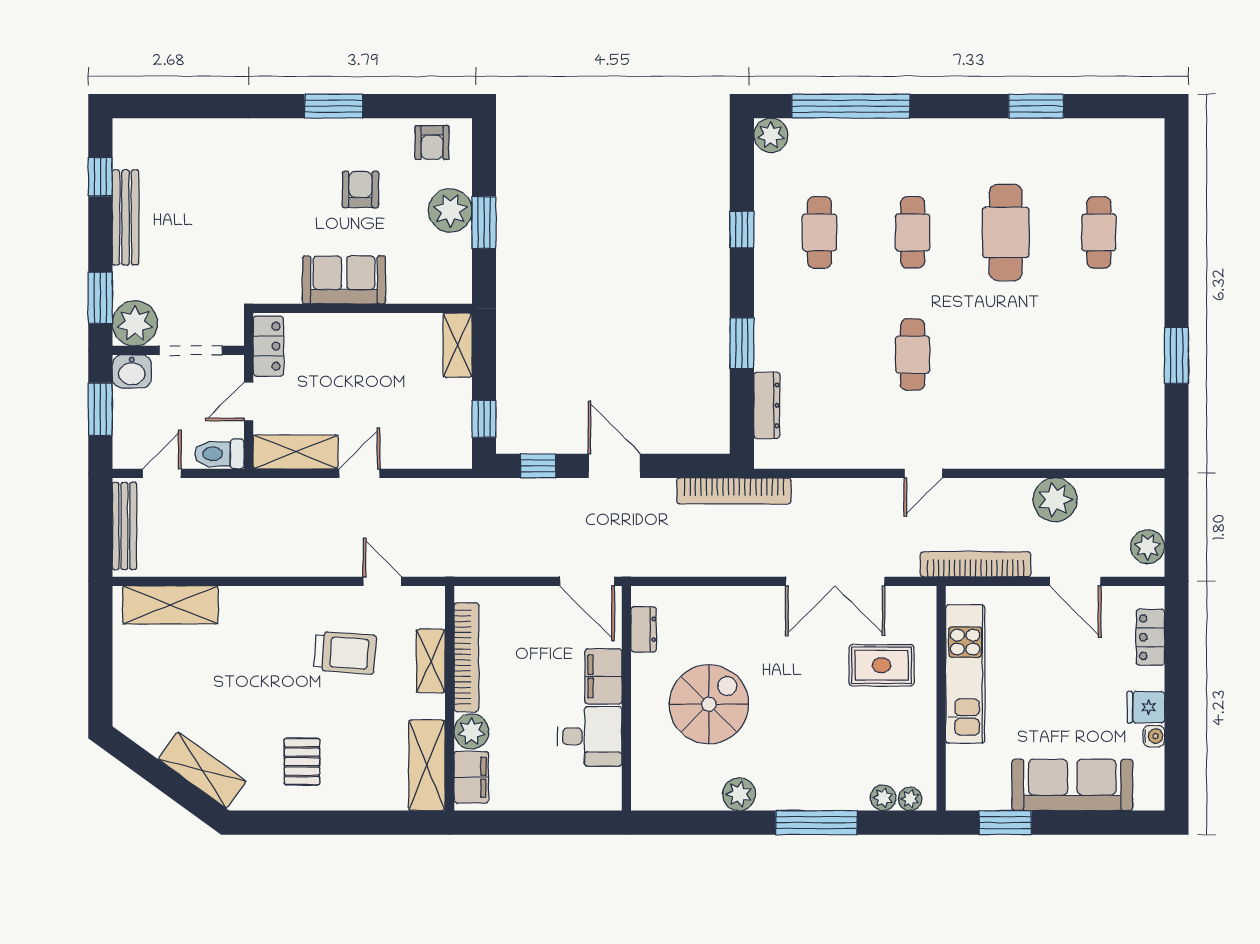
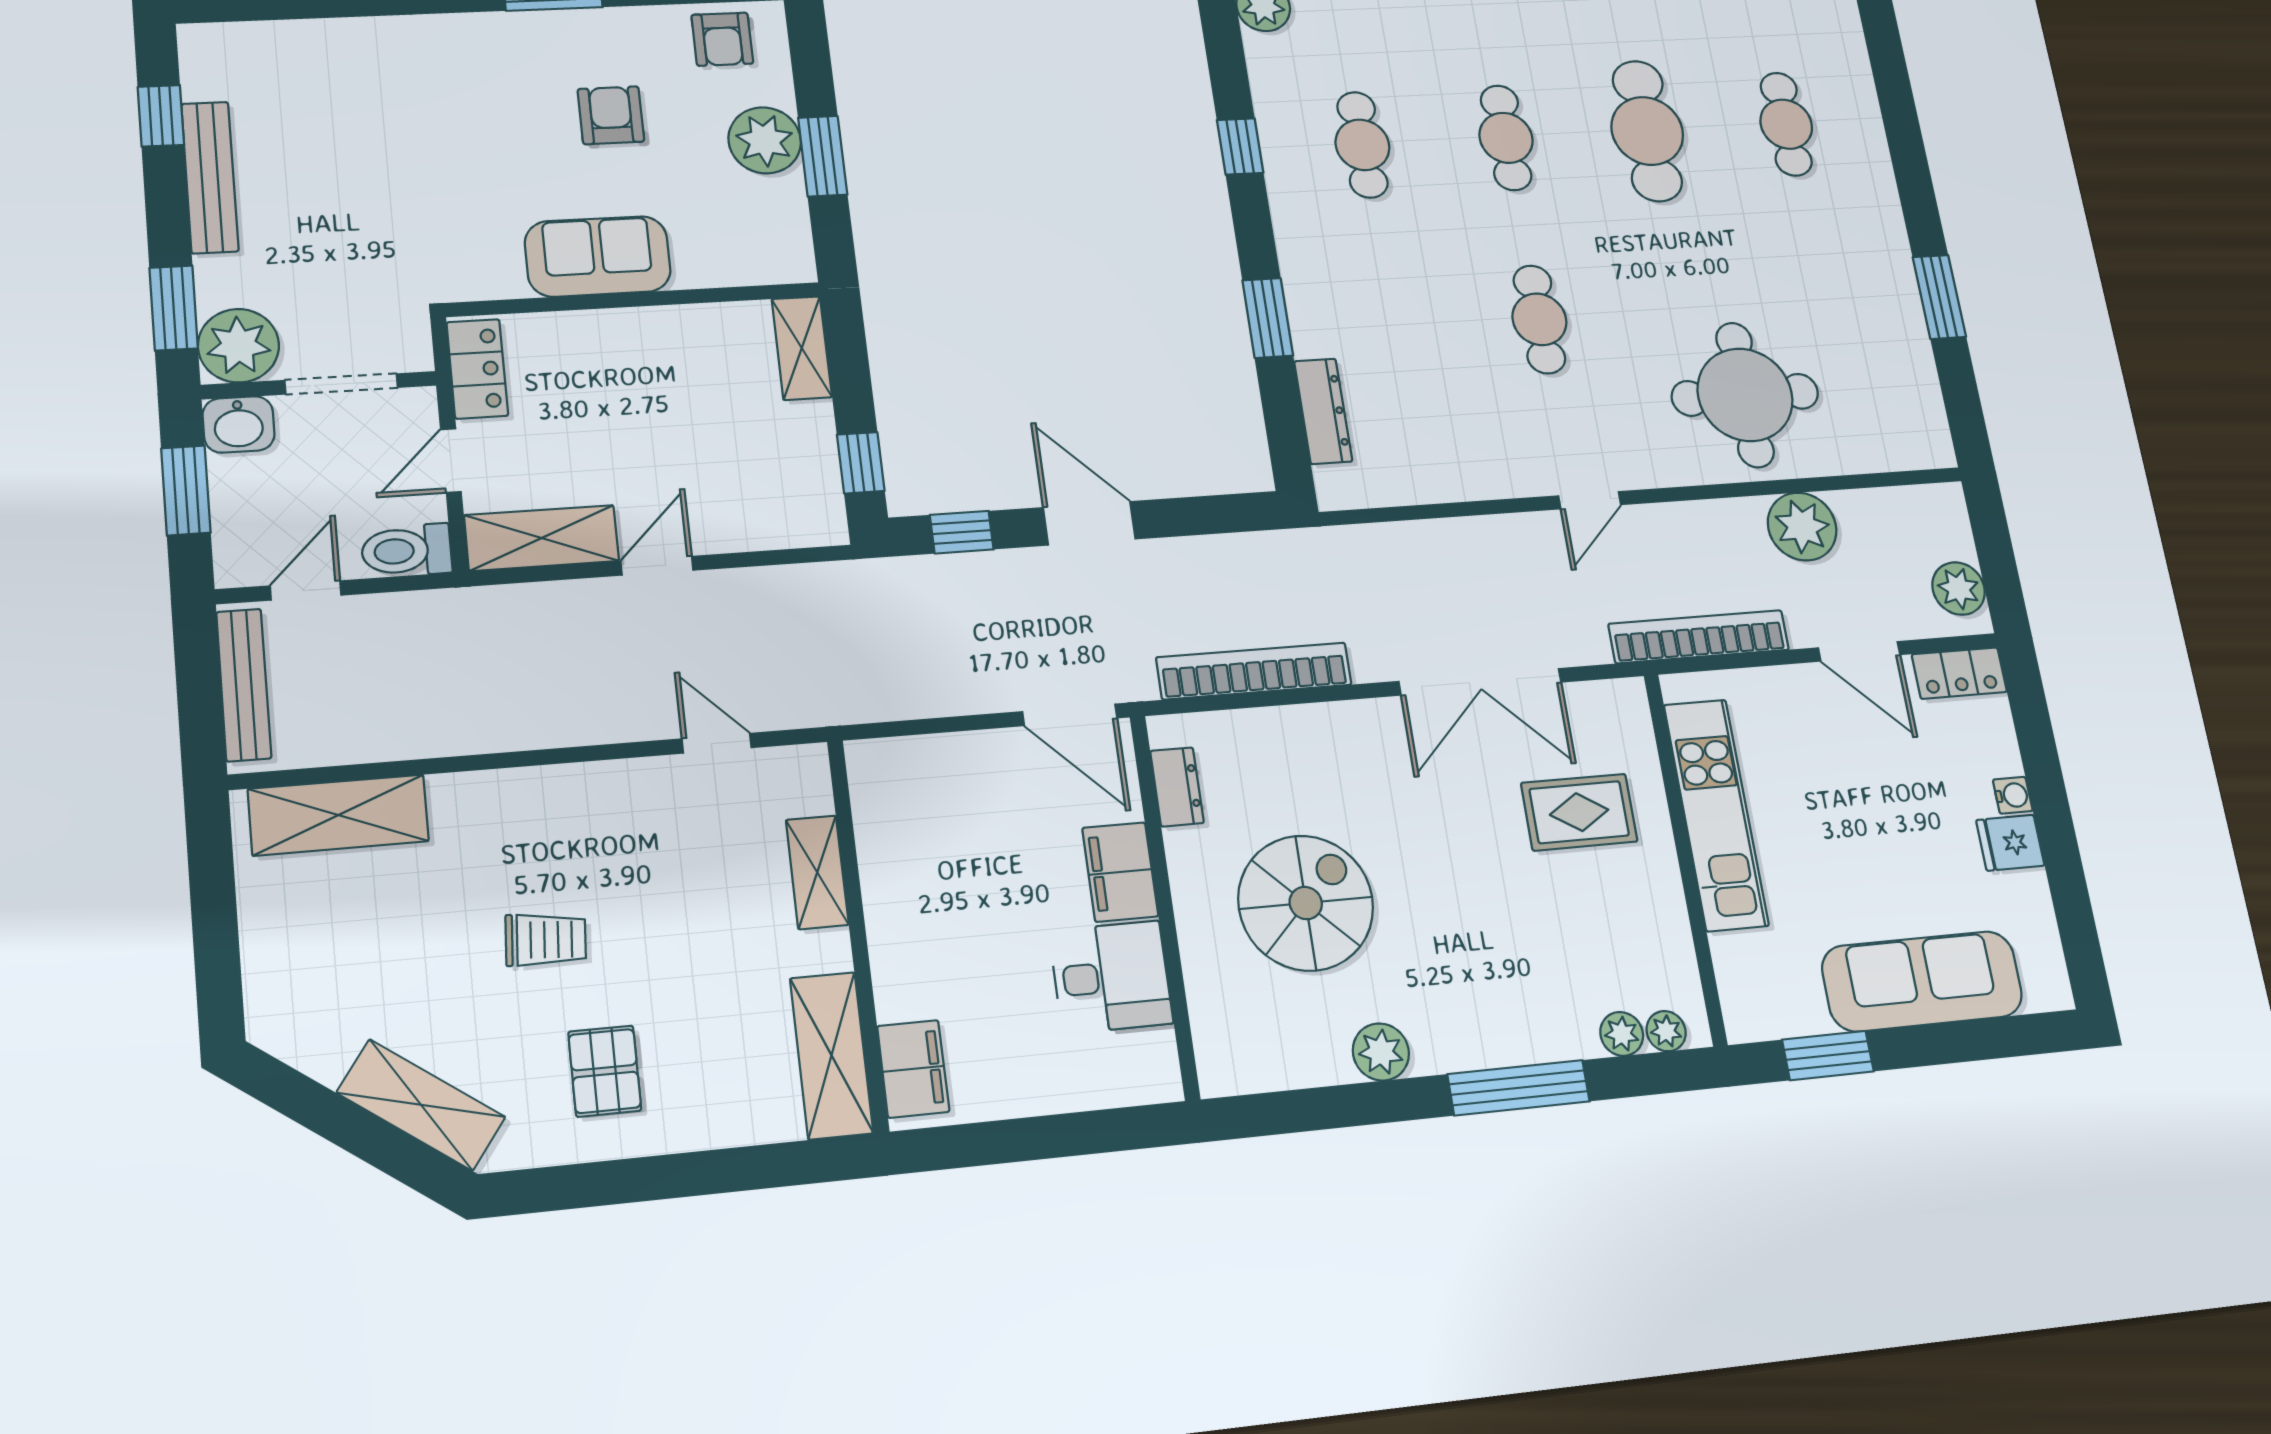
round table: (1035, 412) -> (1745, 395), added
bookcase: (734, 491) -> (1254, 671), moved, turned 180
locker: (1150, 637) -> (1959, 673), moved, turned -90
trolley: (345, 653) -> (546, 940), moved, width x0.73, depth x0.72
bookcase: (466, 657) -> (879, 860), removed
plant: (471, 731) -> (904, 988), removed
water cooler: (1154, 736) -> (2013, 795), moved

